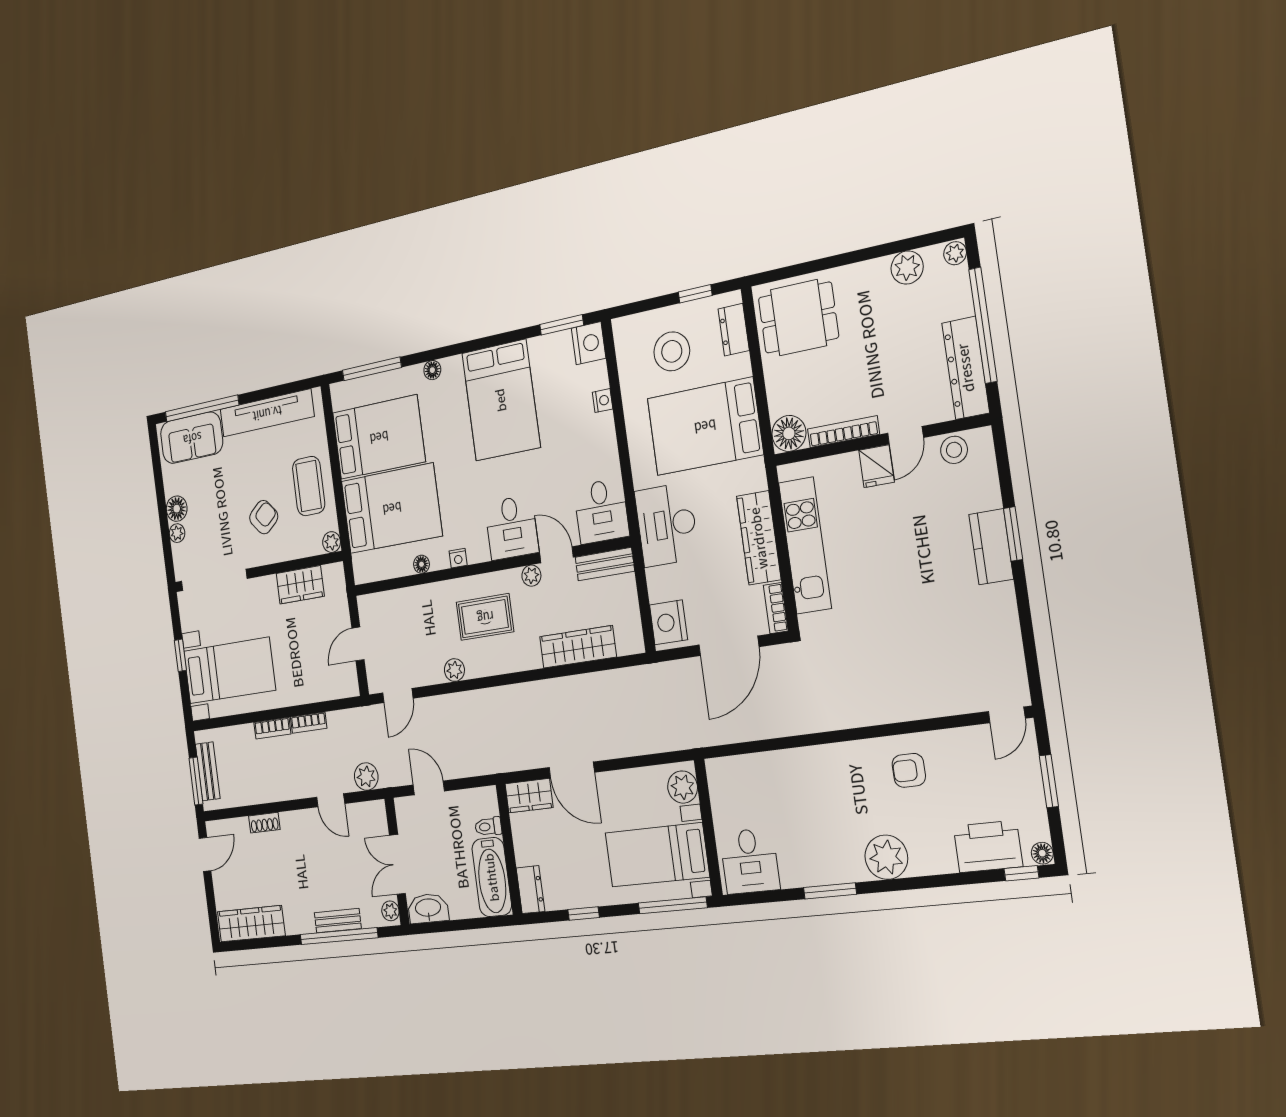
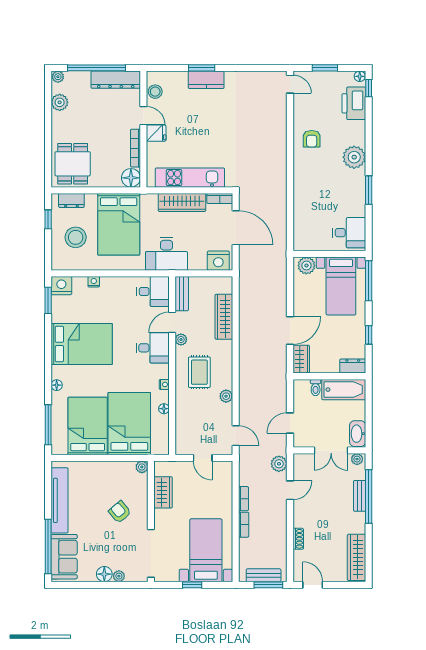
coffee table: (309, 486) -> (107, 478), removed

